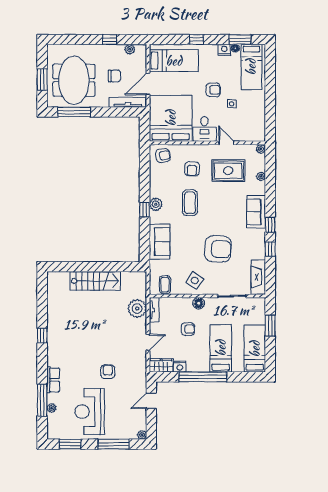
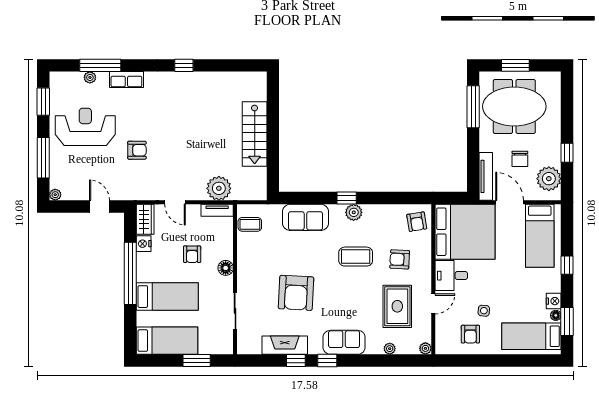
plant: (130, 49) -> (549, 179), width x1.87, depth x1.87
armchair: (213, 90) -> (470, 334), moved
fireplace: (258, 277) -> (285, 345), moved
side table: (195, 280) -> (255, 263), removed

